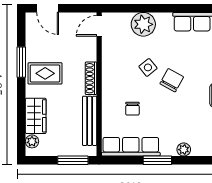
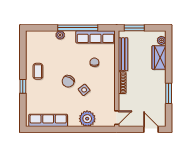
rug: (45, 73) -> (153, 86), removed
window: (157, 160) -> (78, 28), width x2.11

